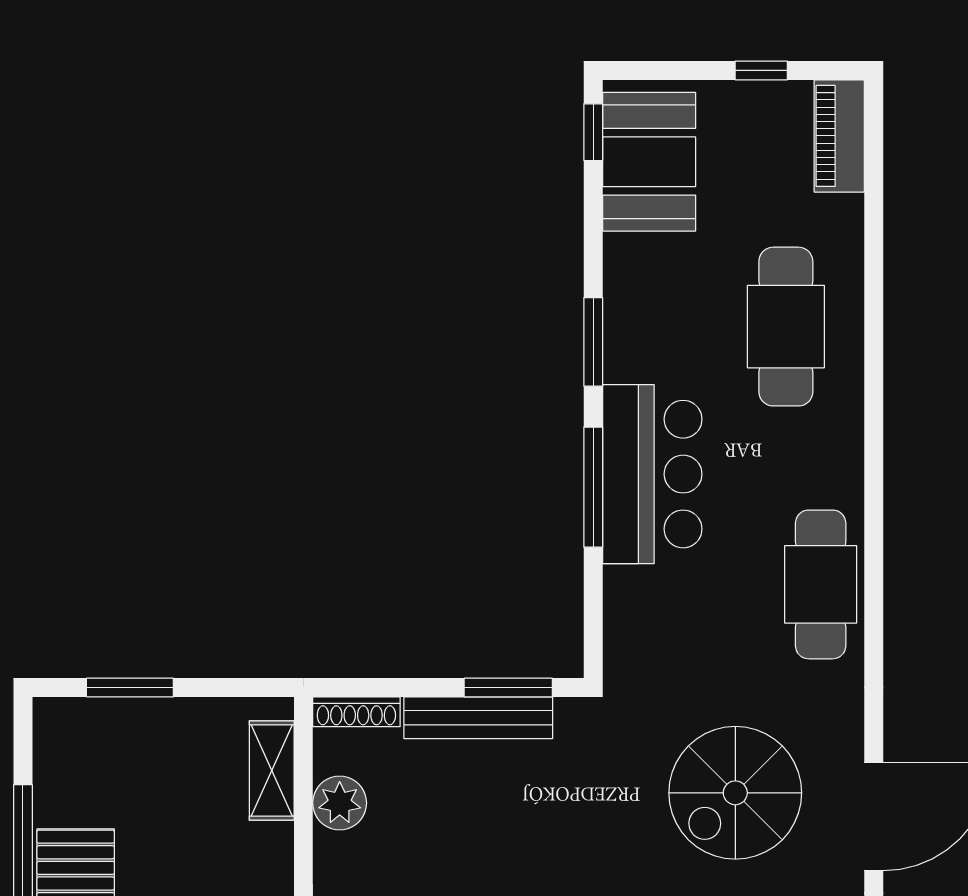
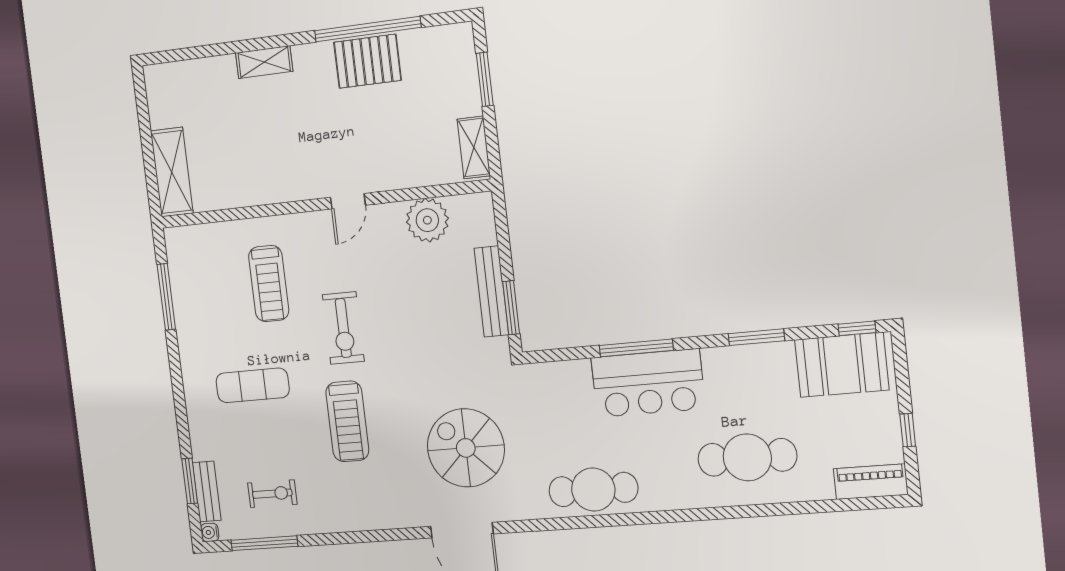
window: (593, 342) -> (756, 337), moved
shoe rack: (356, 712) -> (486, 218), removed
shelving: (272, 771) -> (474, 147), moved, turned 90
plant: (340, 803) -> (427, 220), width x1.36, depth x1.36

